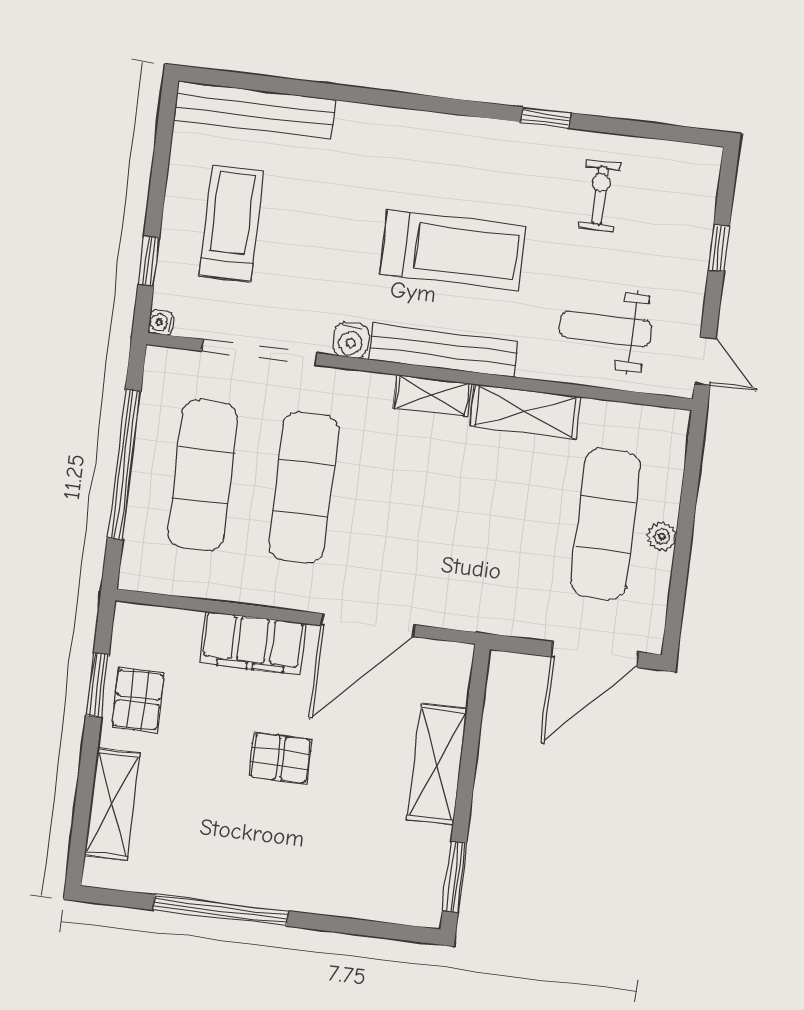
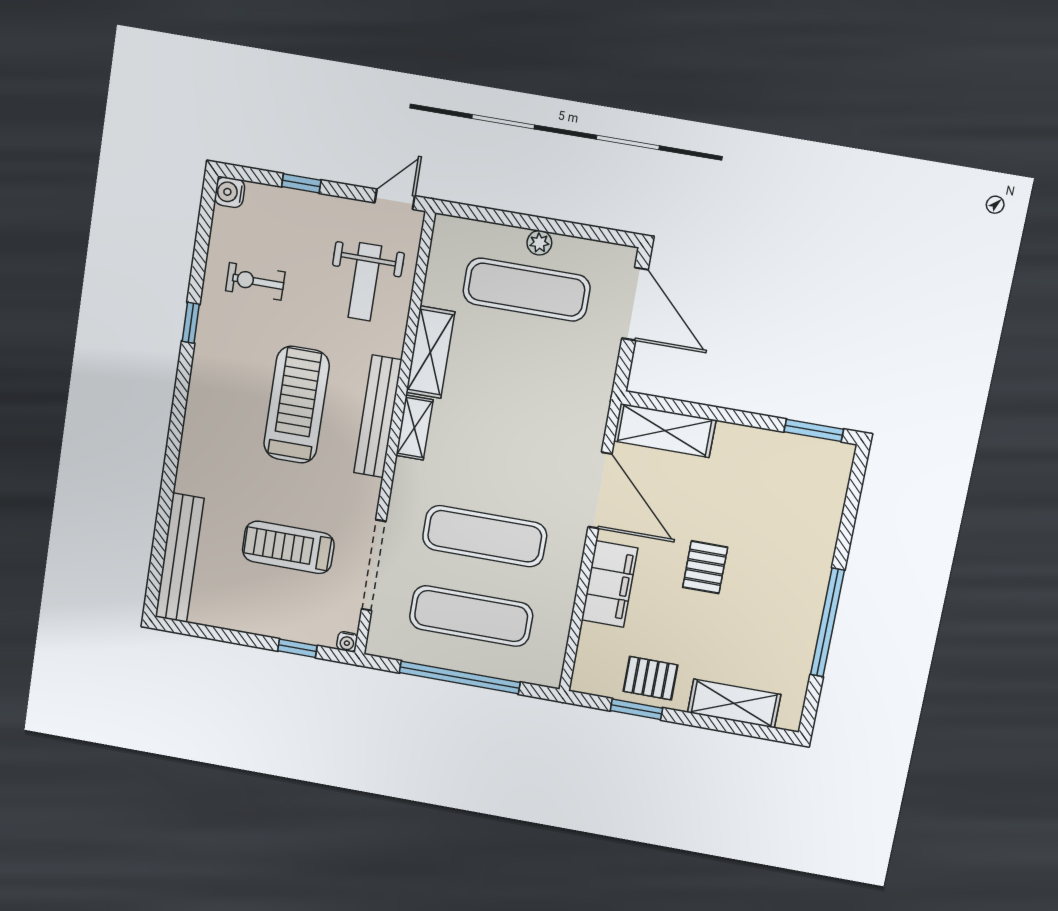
treadmill: (231, 224) -> (288, 547), moved
water cooler: (351, 340) -> (230, 192), moved, turned 180
shelving: (437, 764) -> (665, 430), moved

